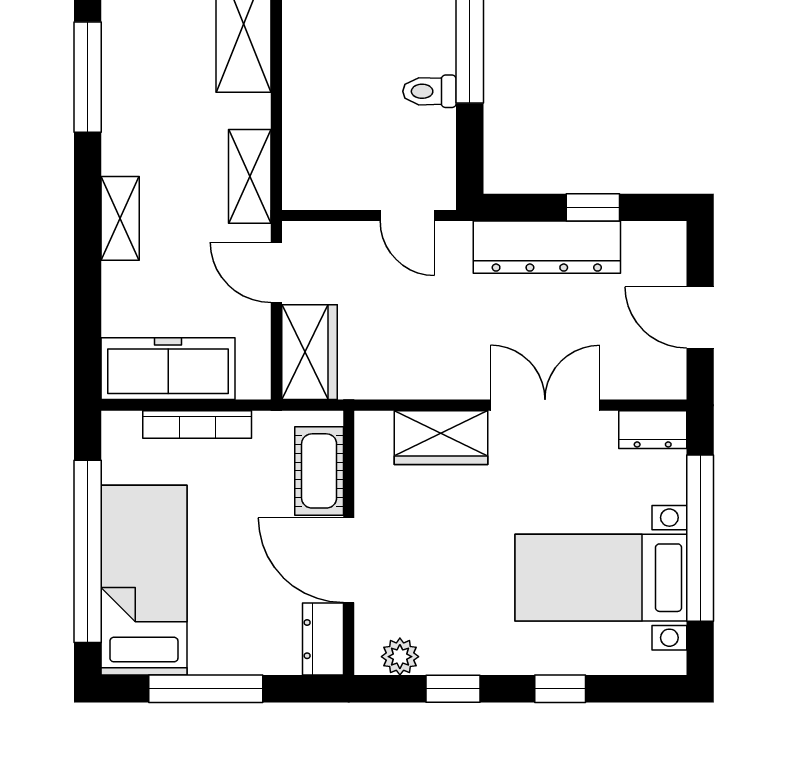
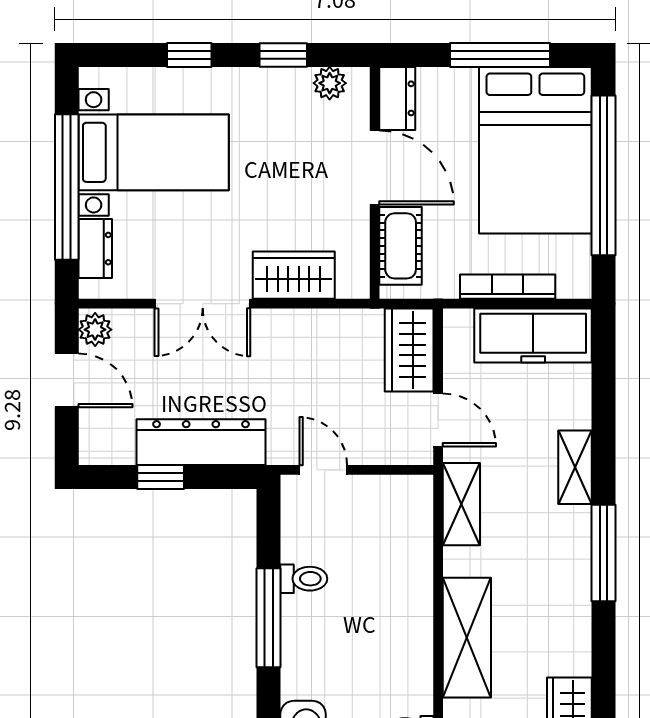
window: (88, 77) -> (604, 553), moved
plant: (668, 376) -> (95, 330), added
dresser: (653, 430) -> (95, 249), moved, turned 90
bed: (144, 580) -> (535, 150), width x1.50

